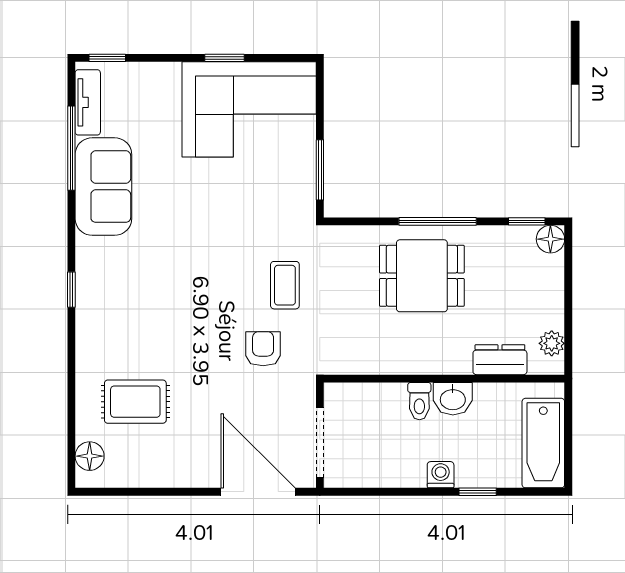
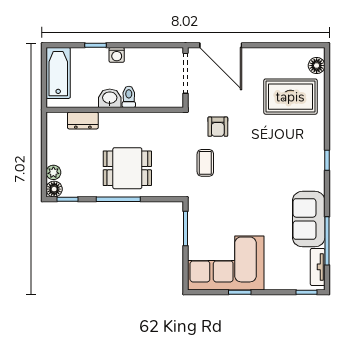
plant: (552, 343) -> (53, 172), moved
rug: (135, 402) -> (290, 97), width x1.36, depth x1.43

